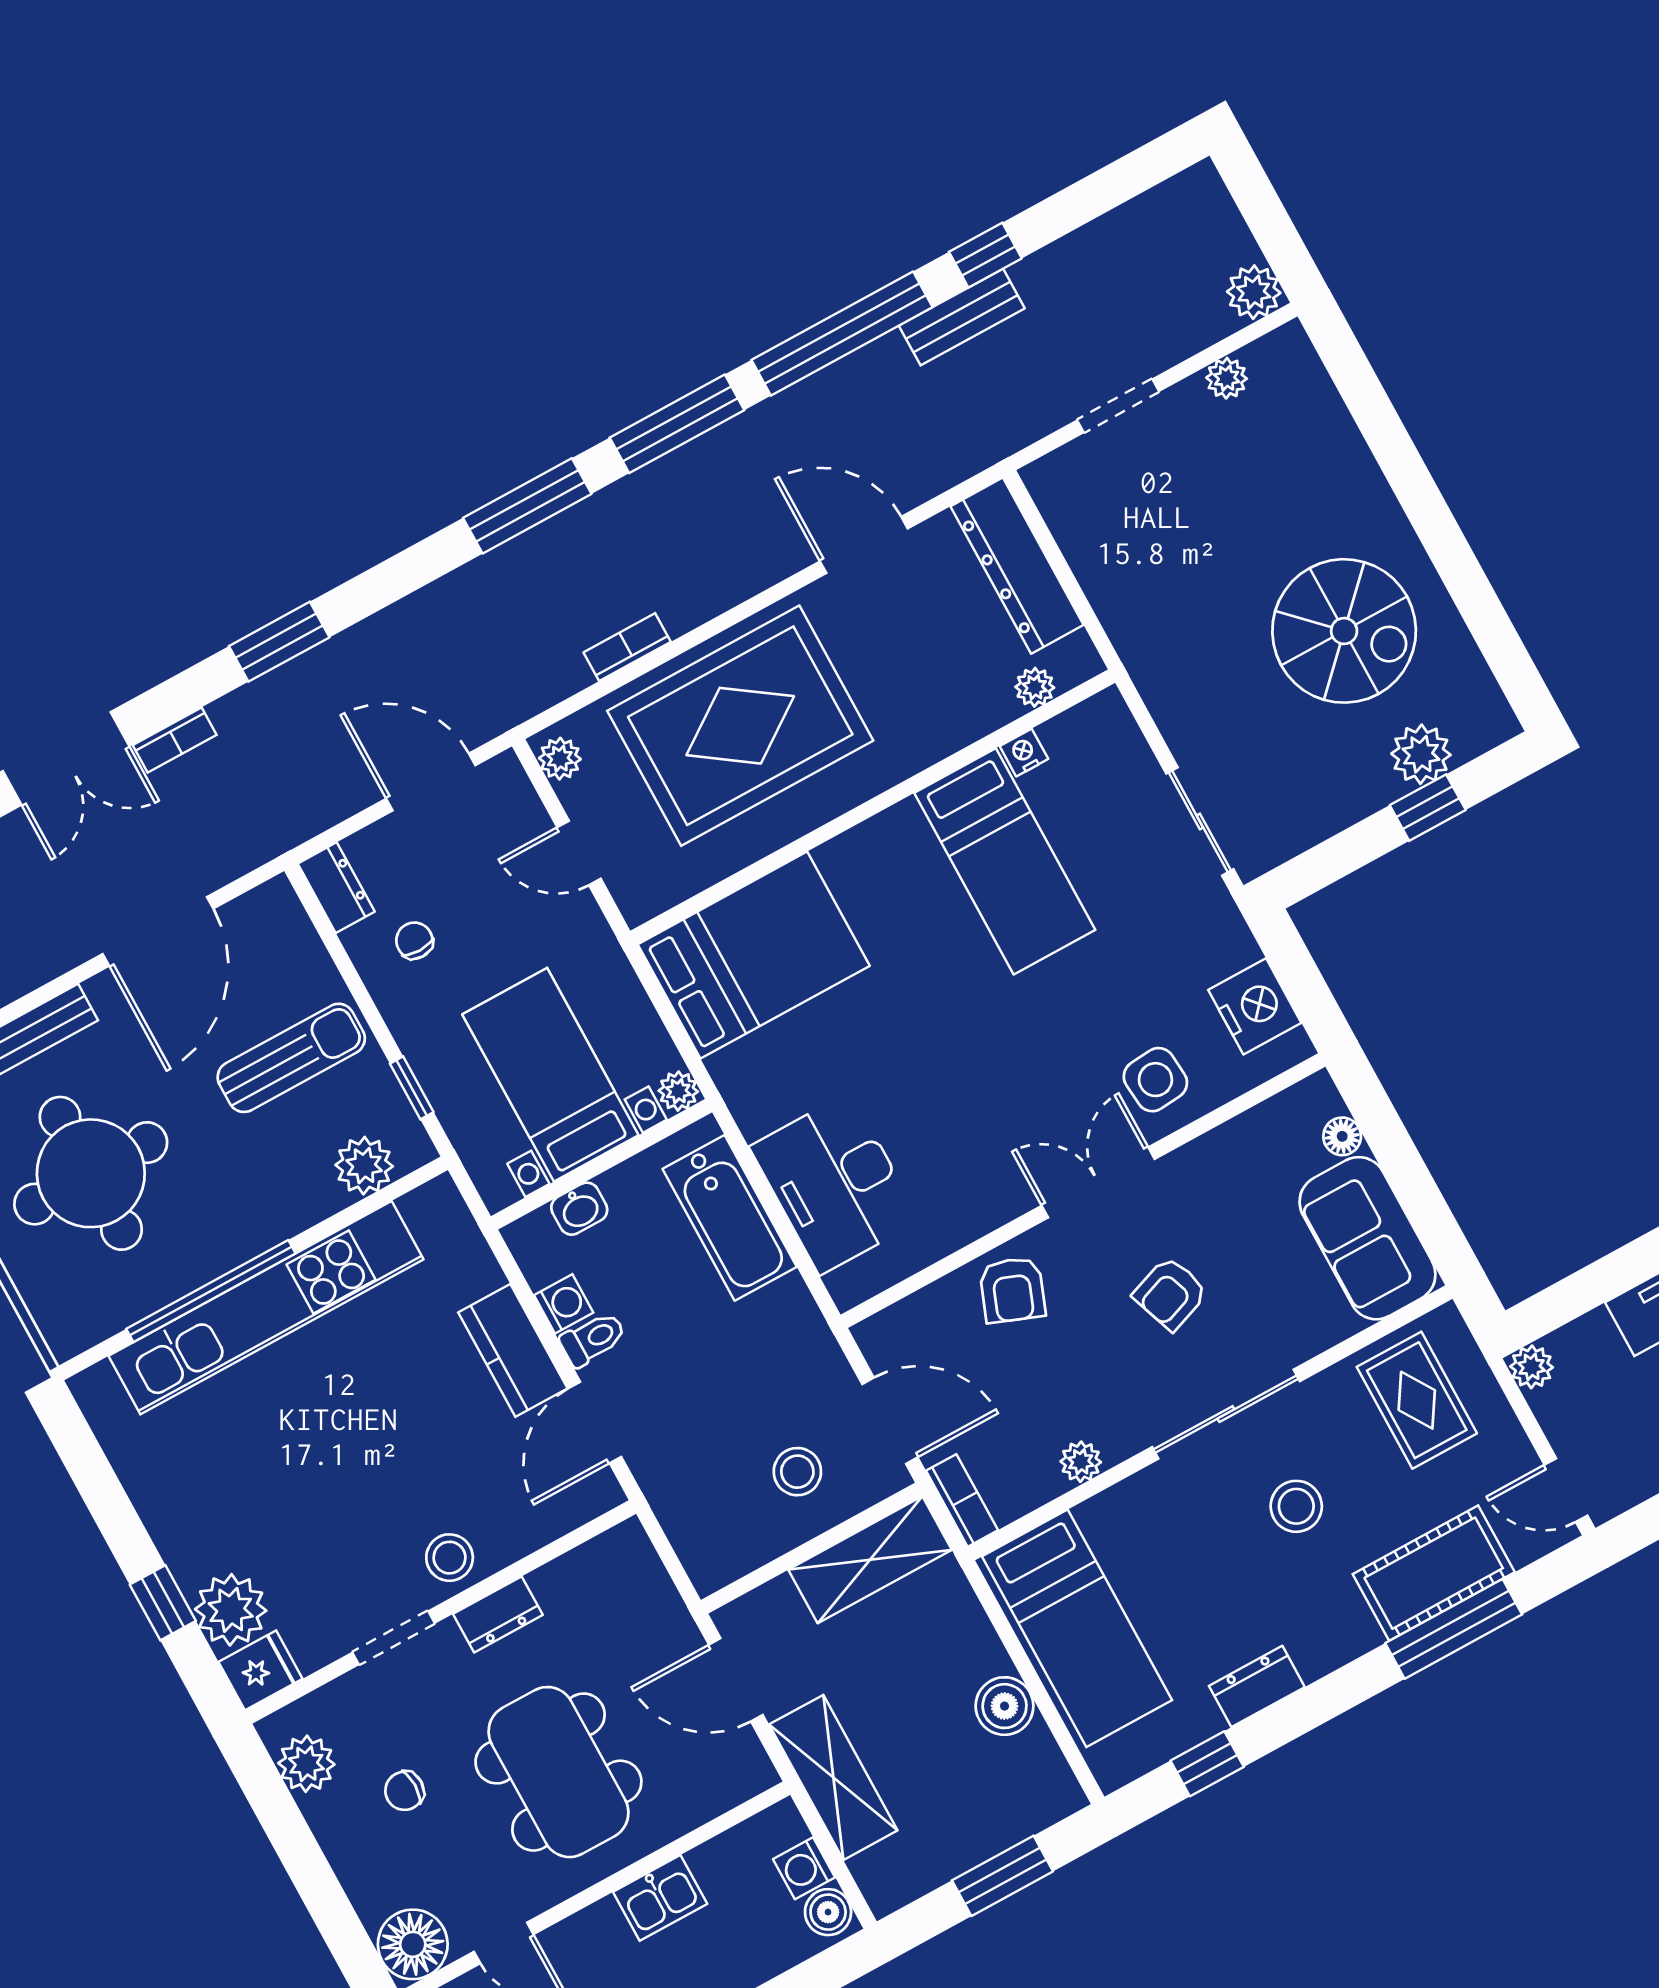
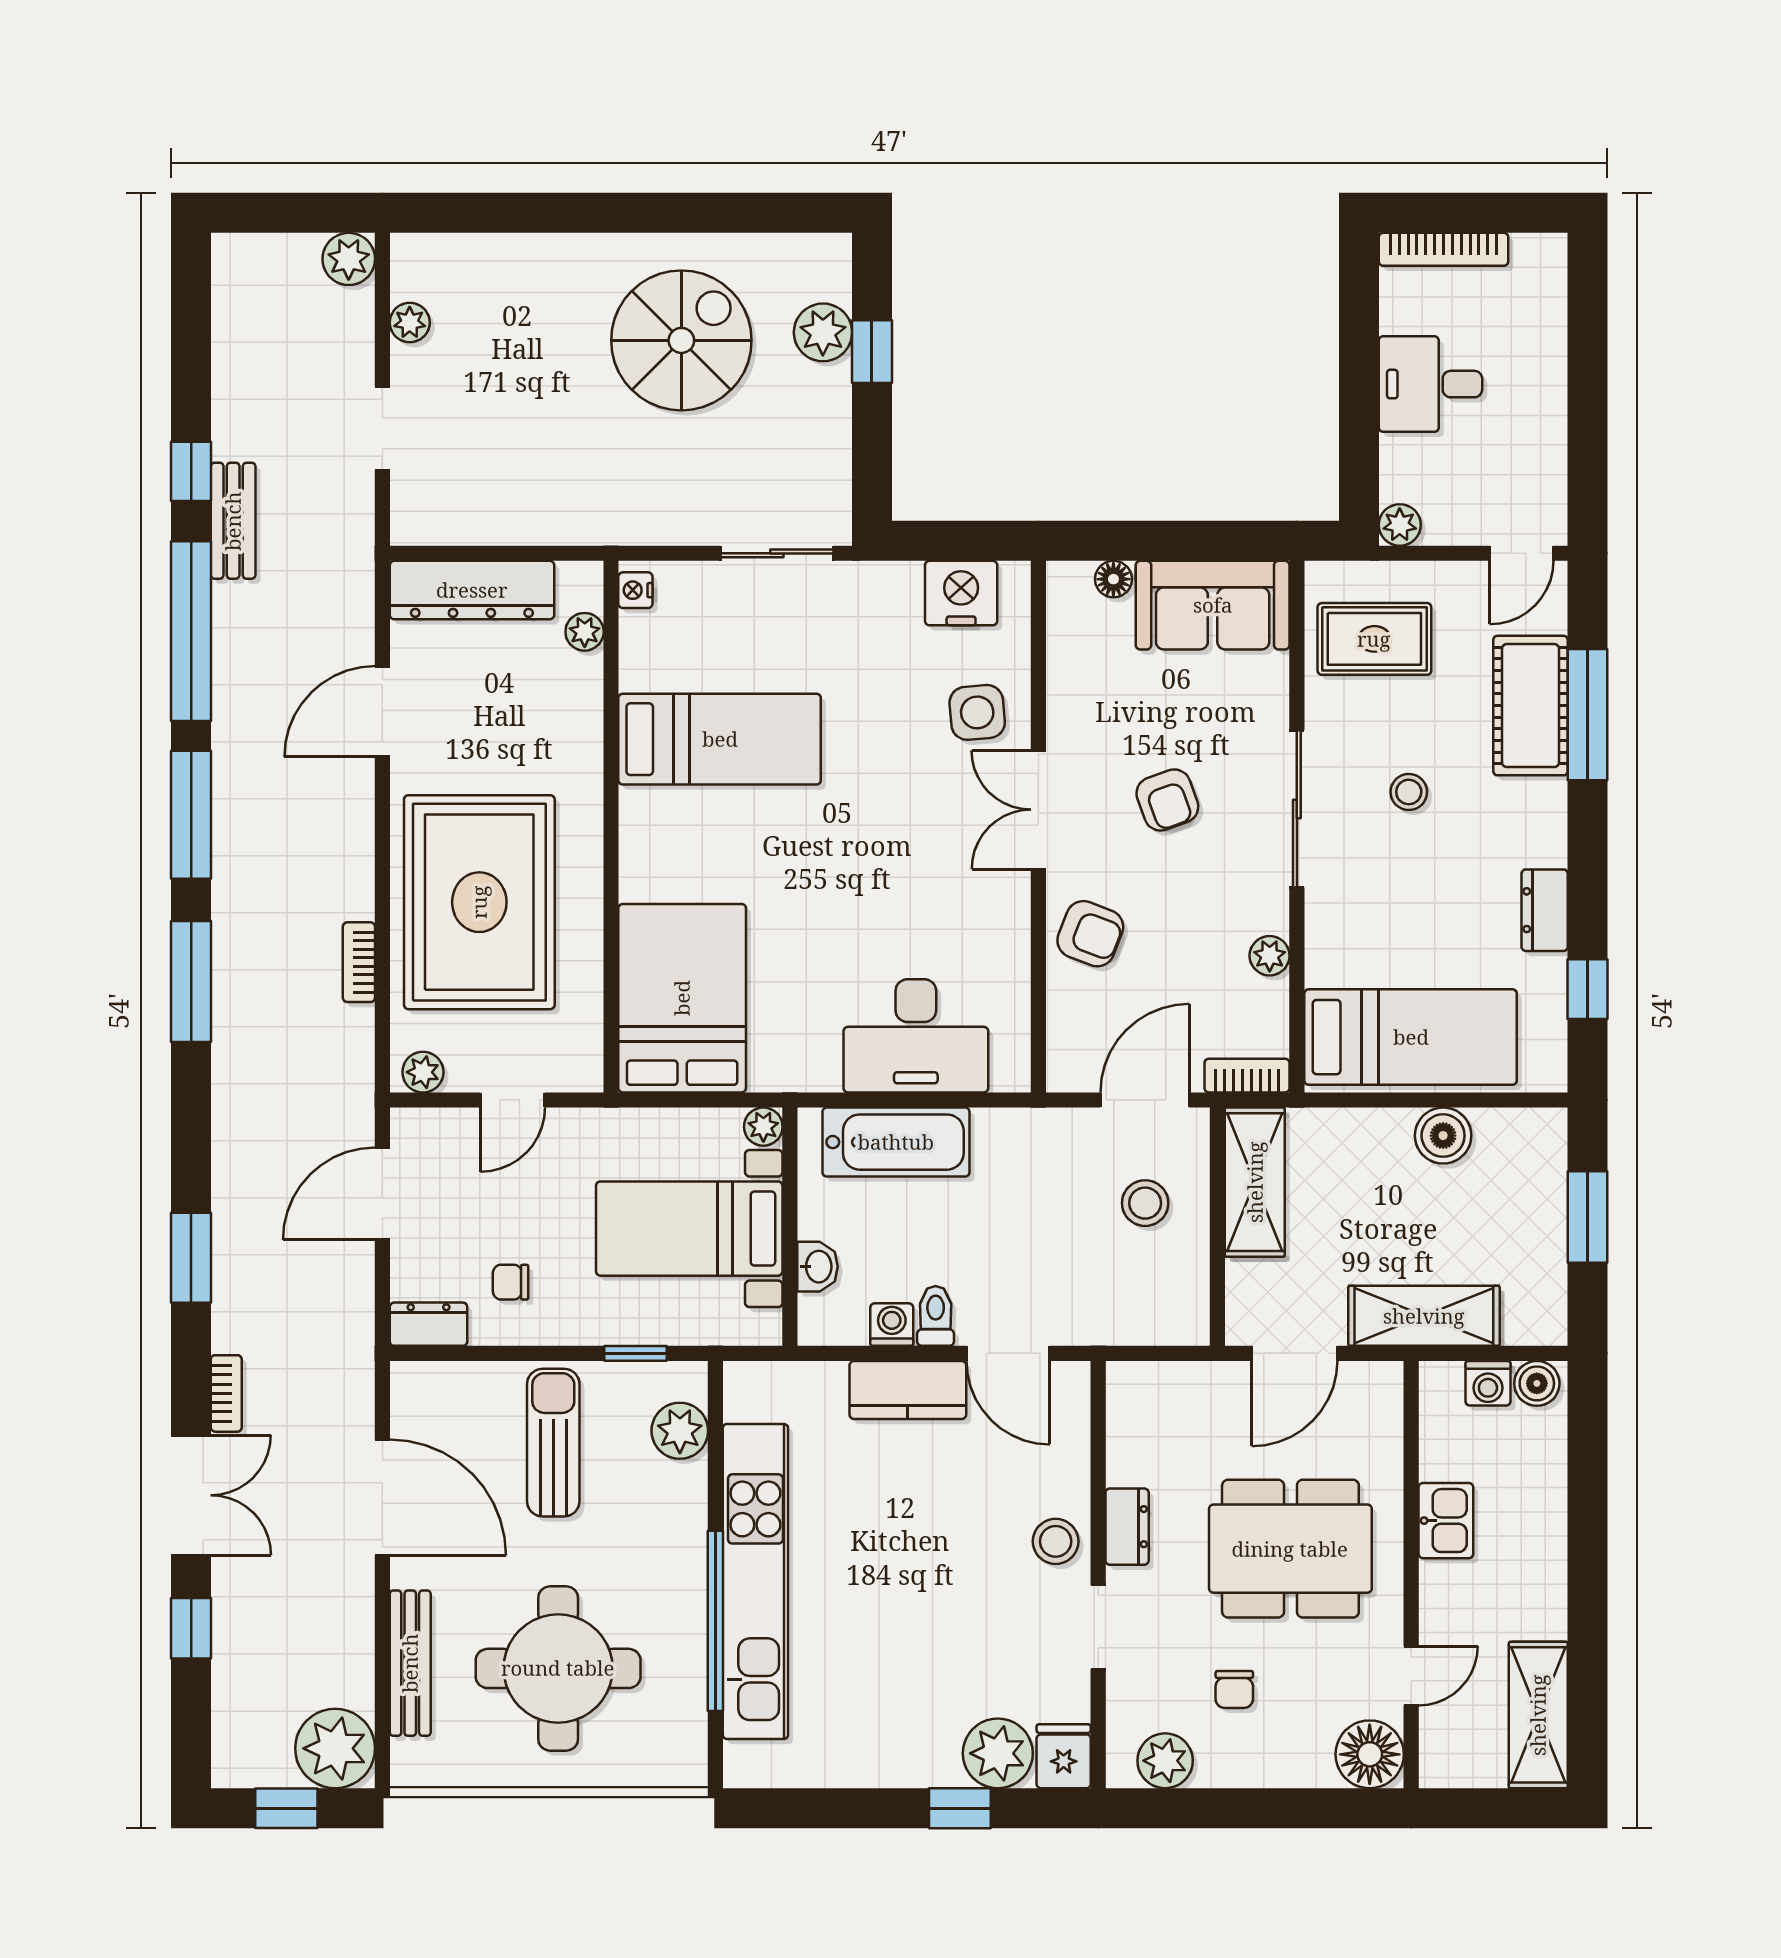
nightstand: (1024, 753) -> (635, 590), moved
stool: (1296, 1506) -> (1409, 792), width x0.73, depth x0.73

